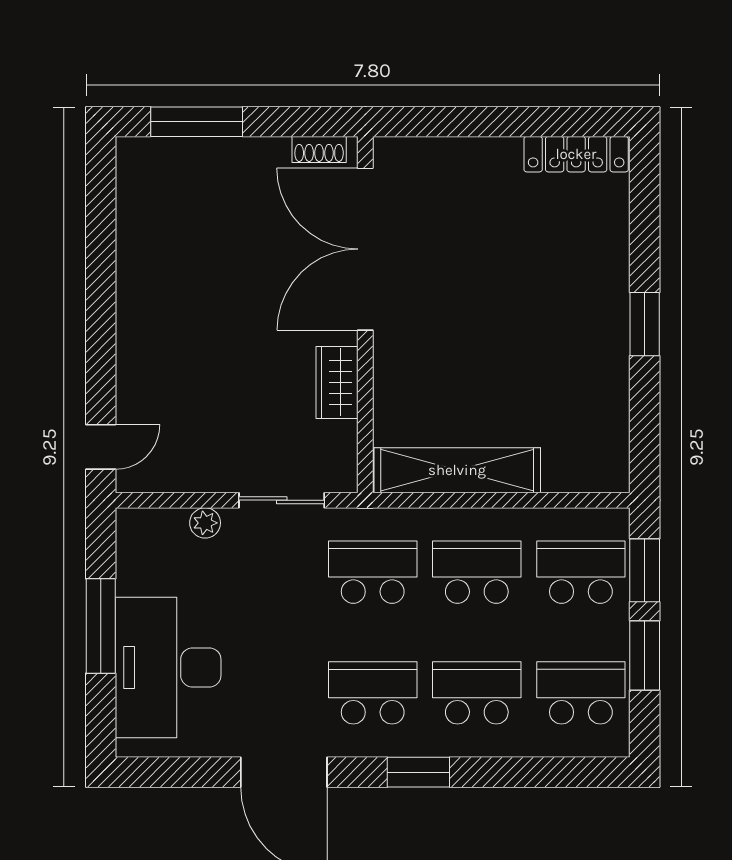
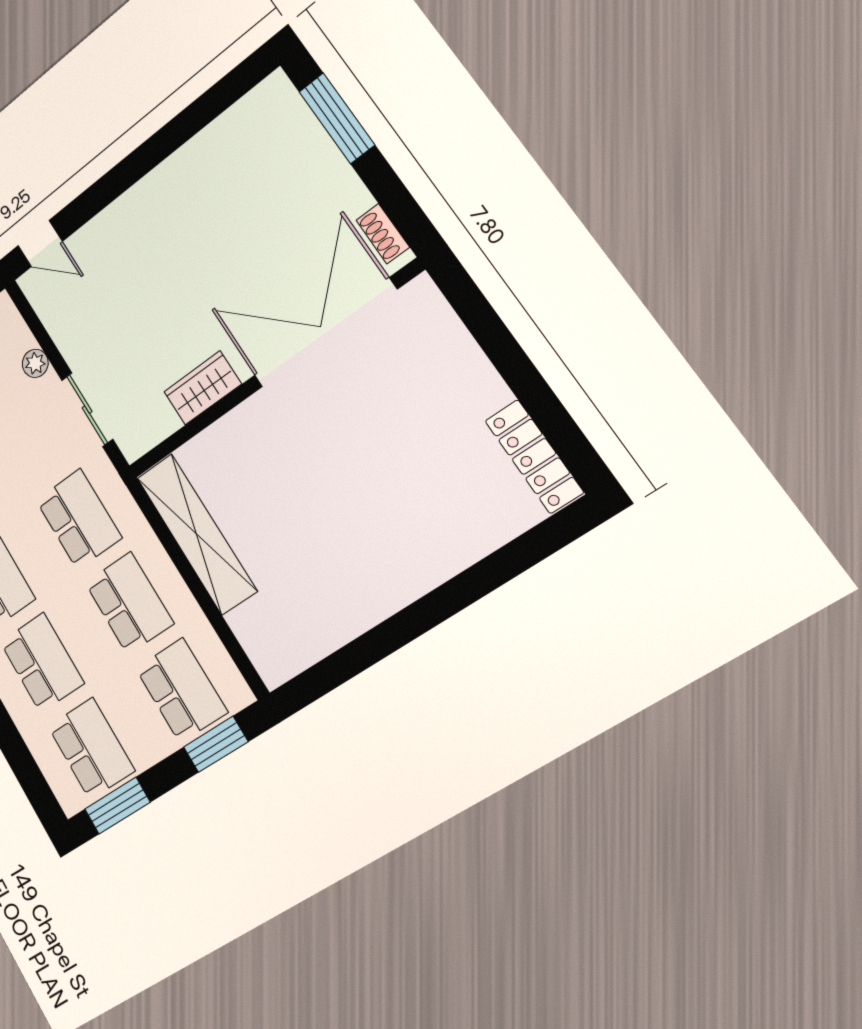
window: (645, 324) -> (421, 617), removed
window: (645, 655) -> (117, 806), moved

